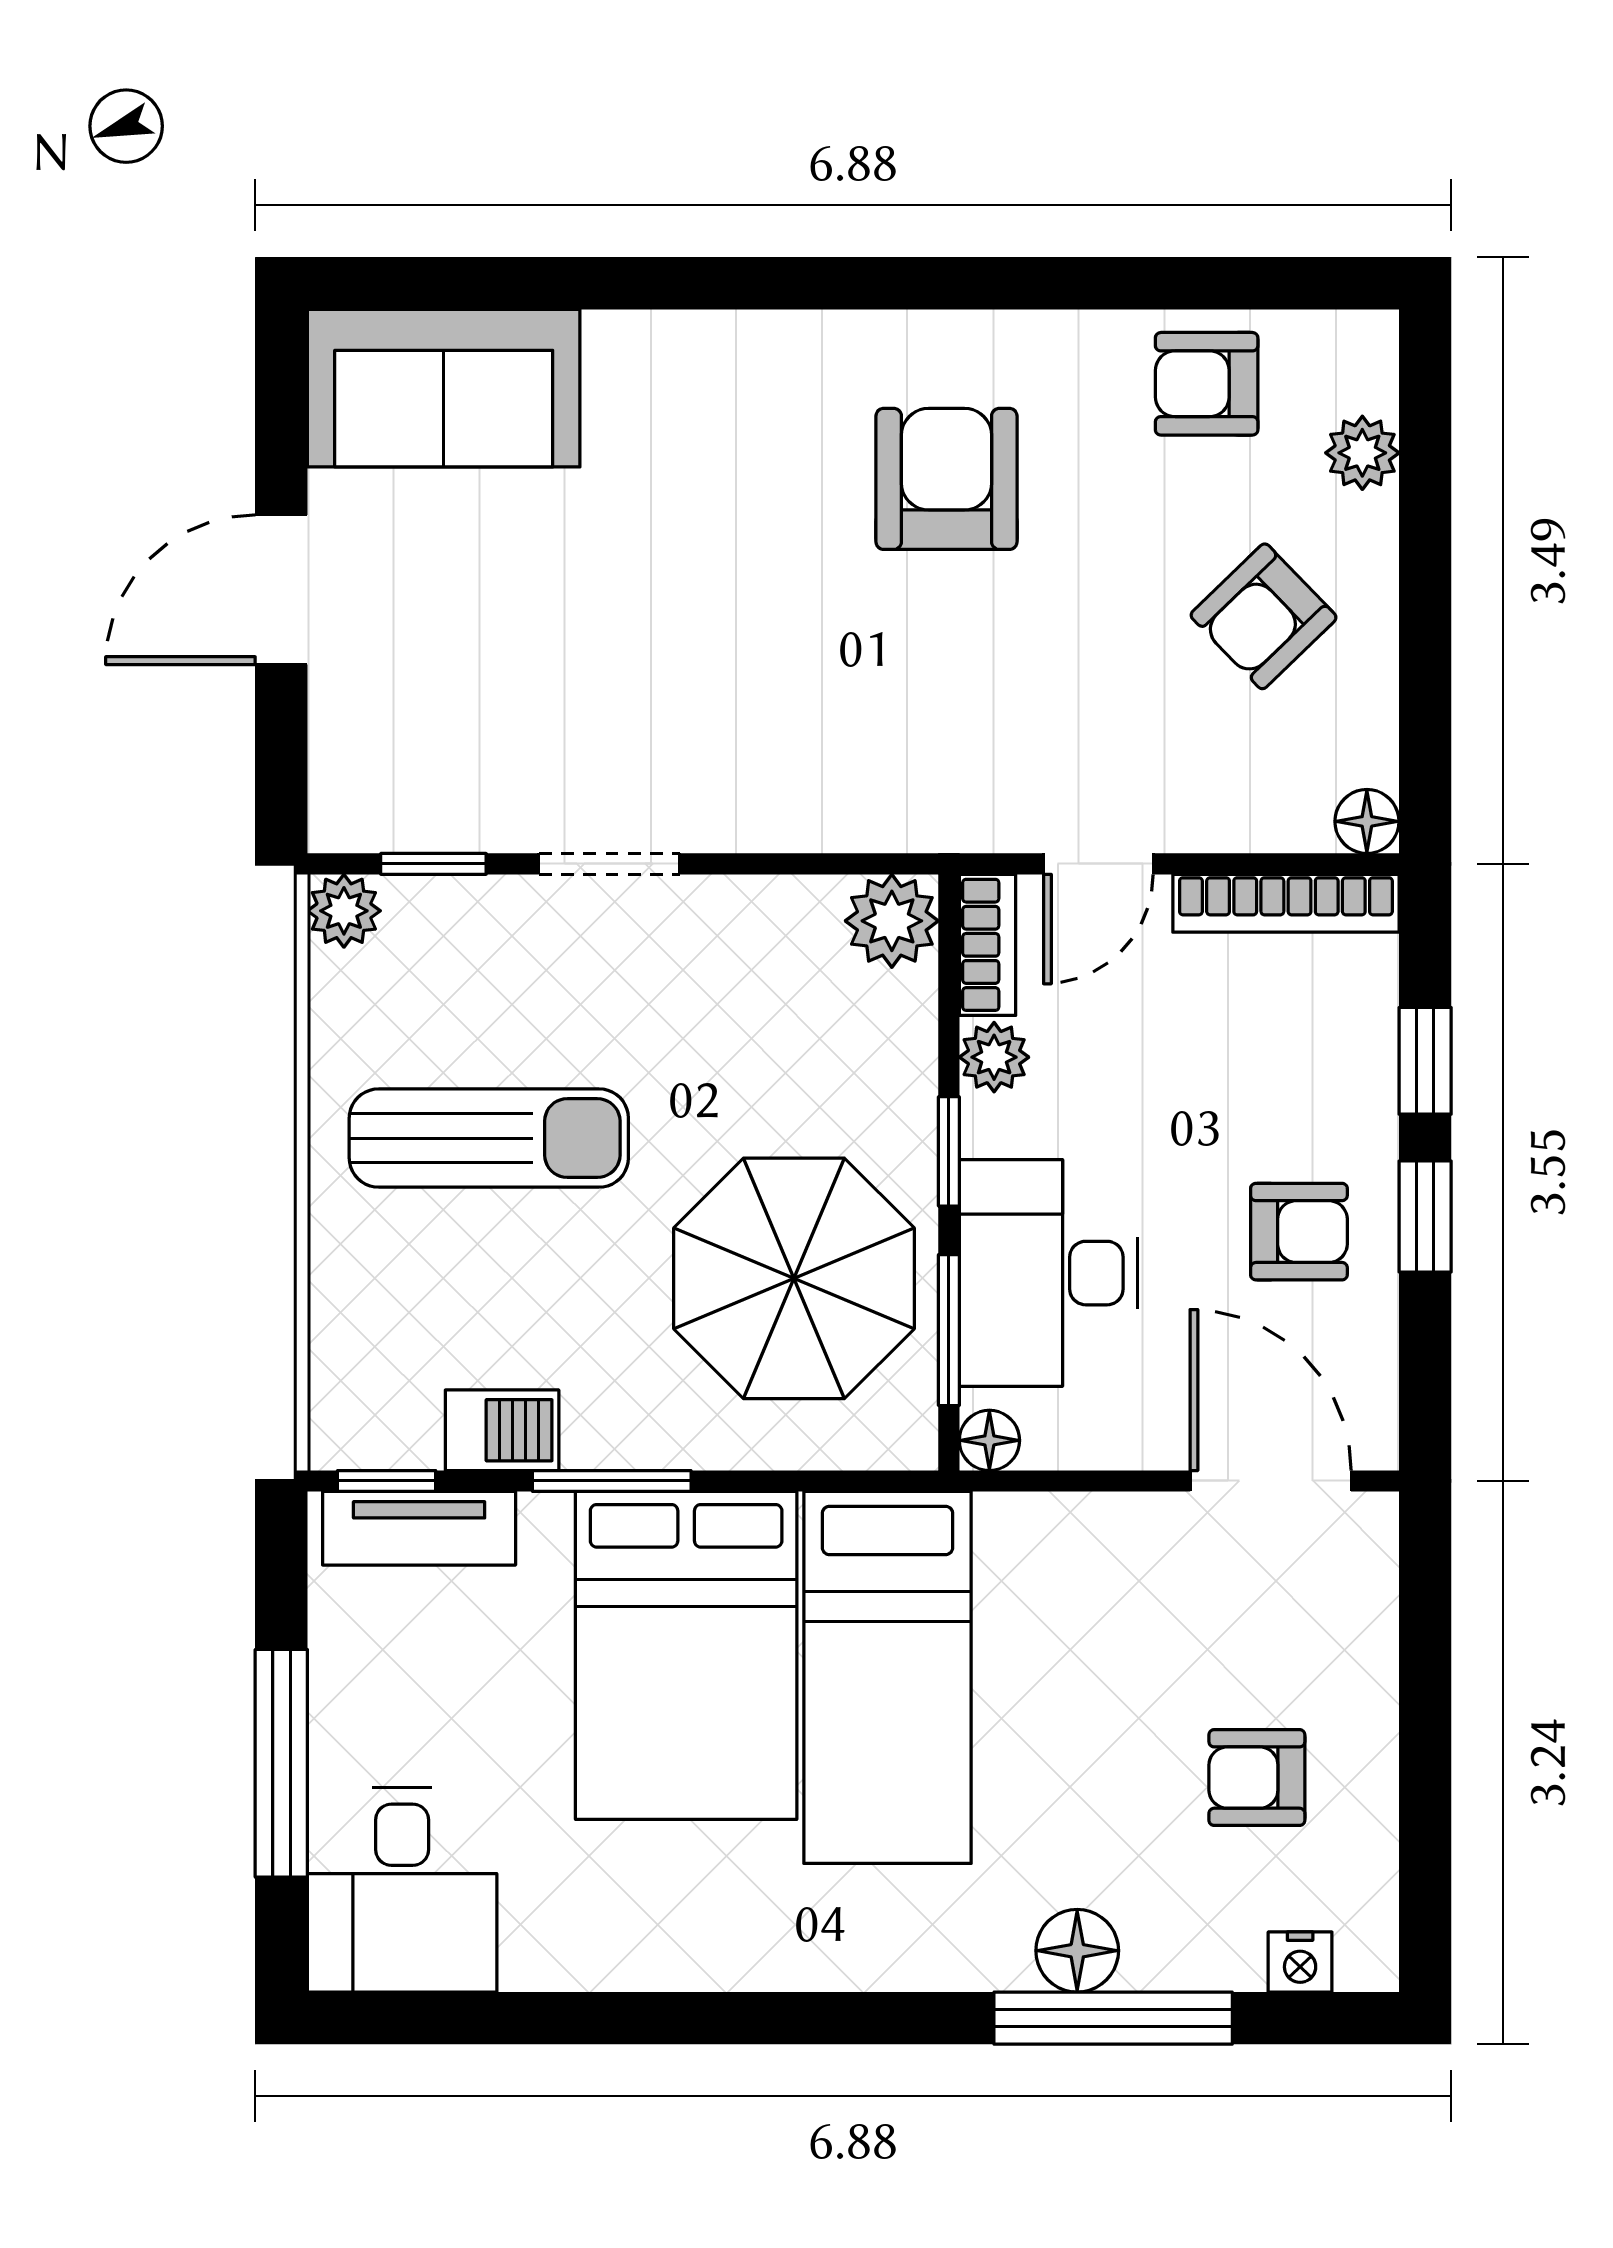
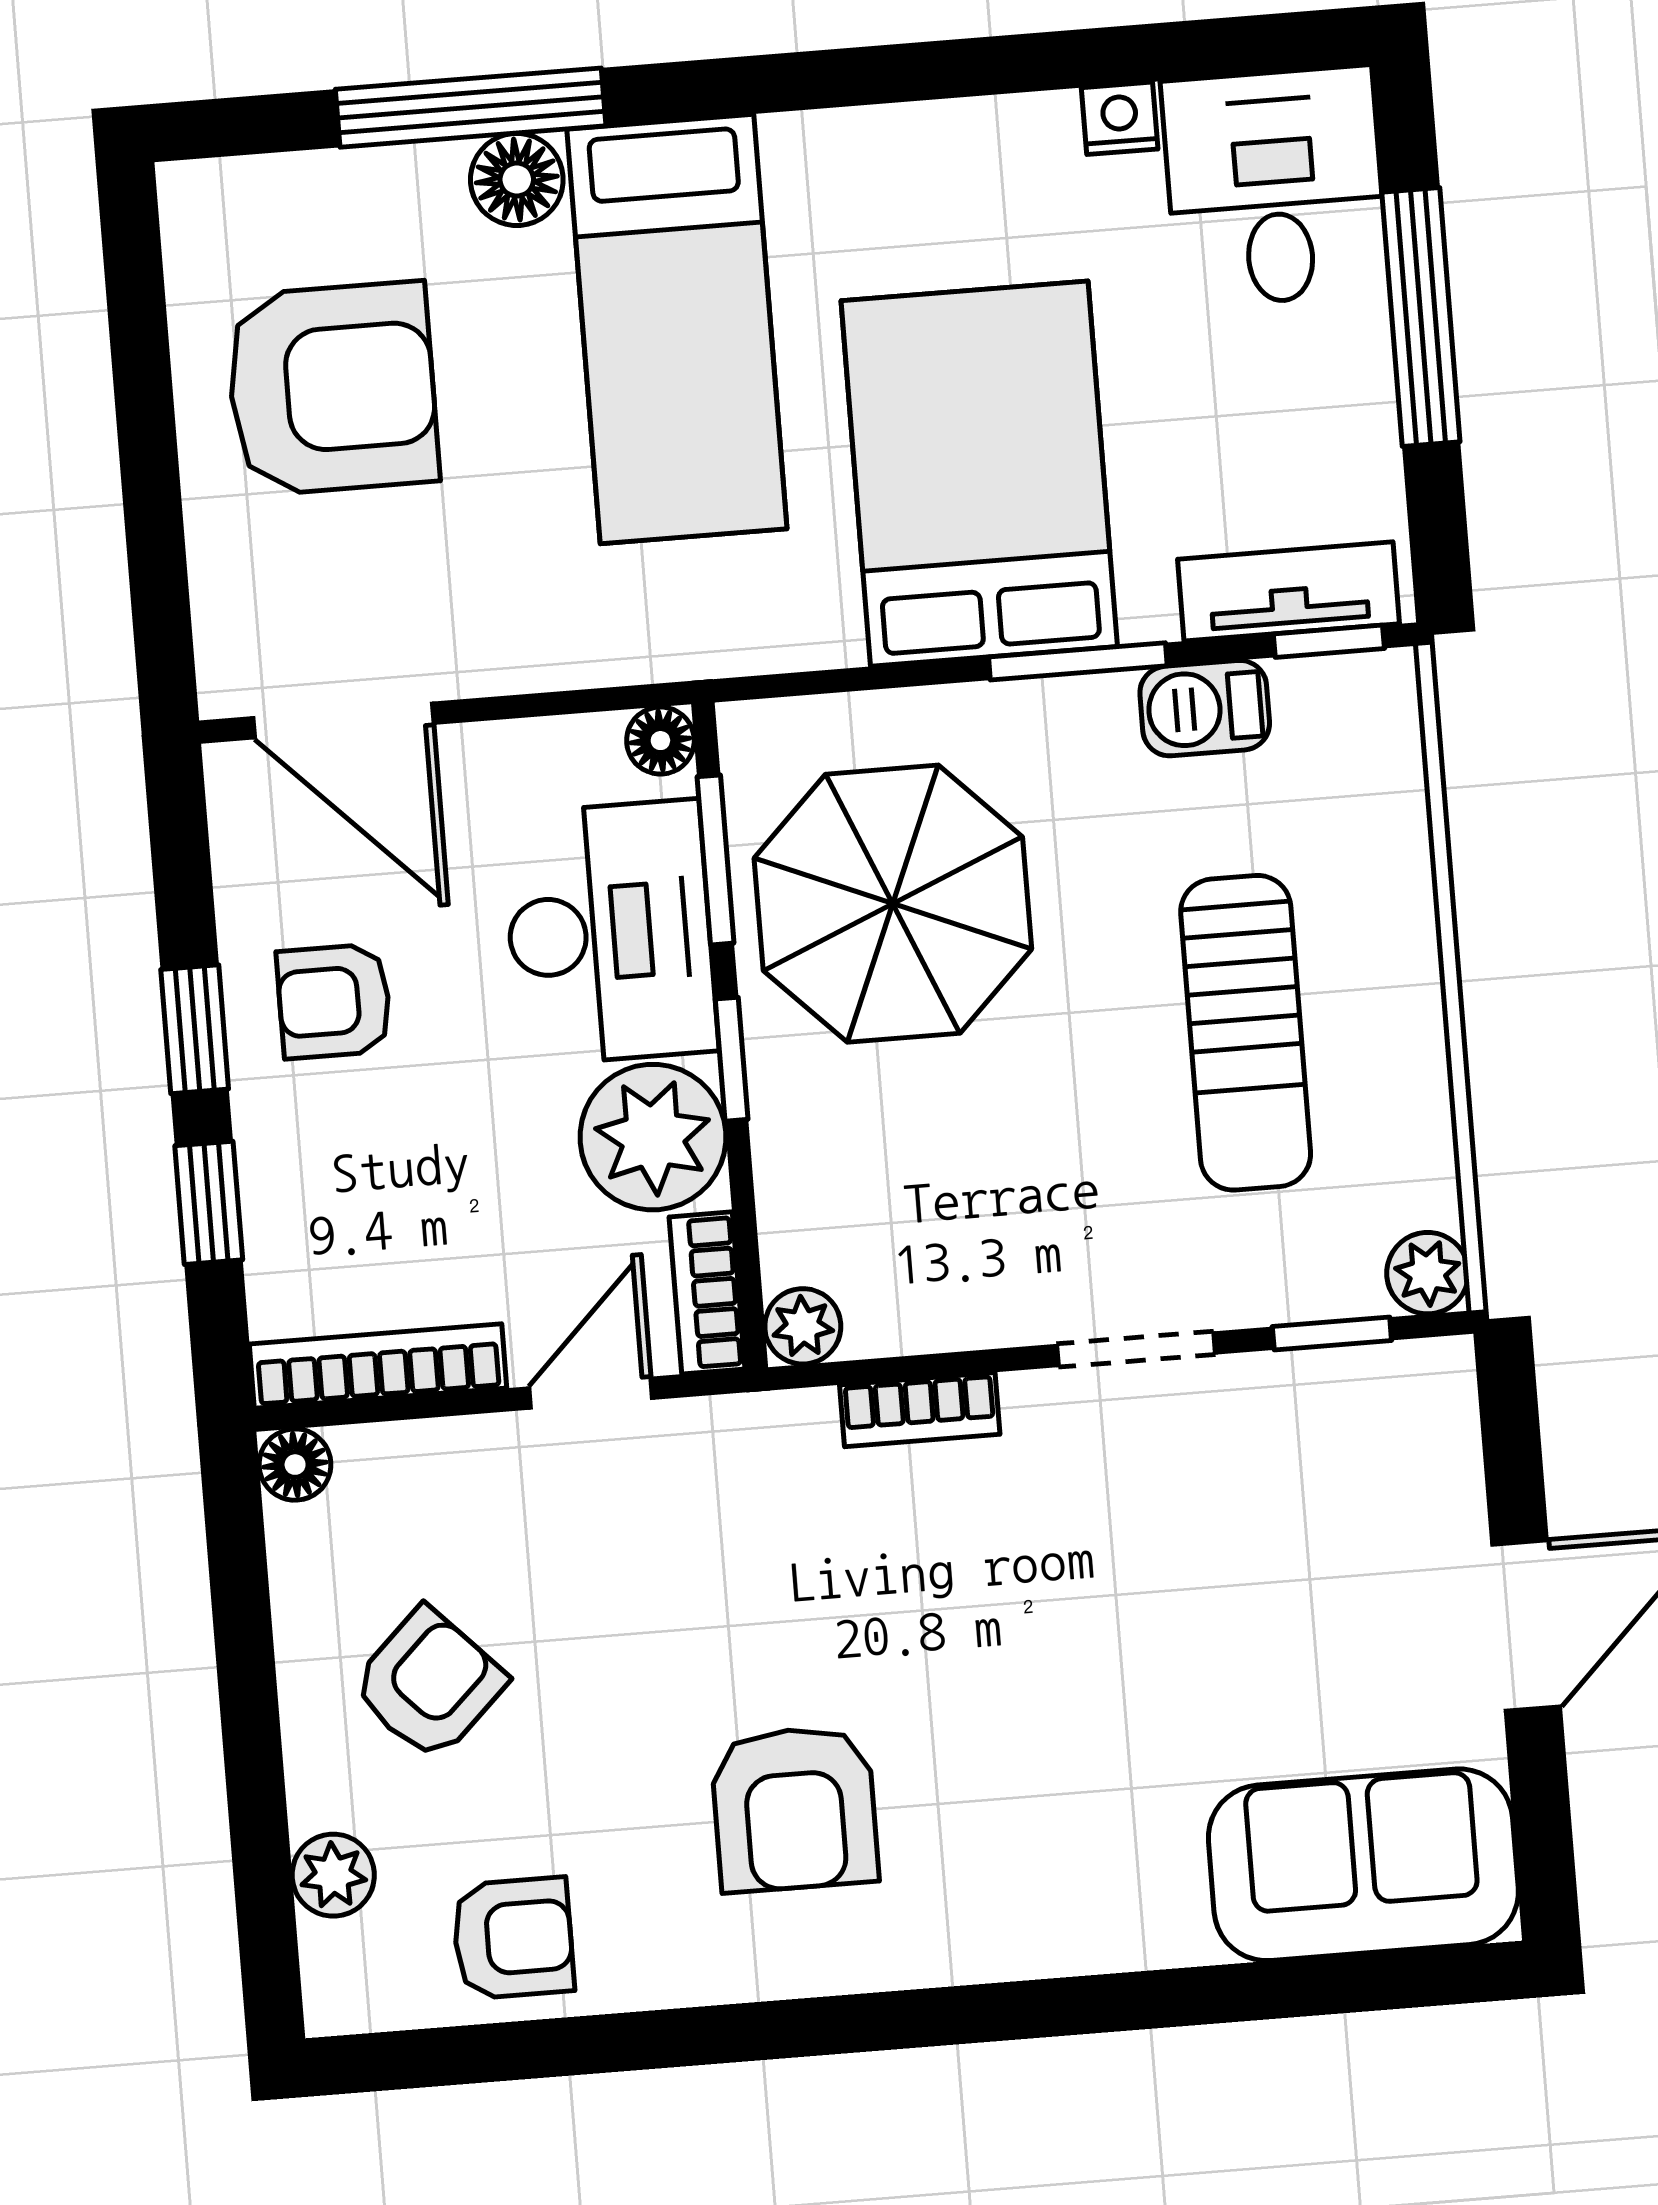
bookcase: (806, 826) -> (920, 1410), added
plant: (892, 921) -> (803, 1326), width x0.73, depth x0.73
plant: (994, 1057) -> (653, 1137), width x1.88, depth x1.88
sun lounger: (489, 1138) -> (1246, 1033), turned -90
bed: (887, 1677) -> (677, 329), moved, turned 180
armchair: (1257, 1778) -> (332, 389), width x1.88, depth x1.88
nightstand: (1300, 1962) -> (1120, 118), moved

